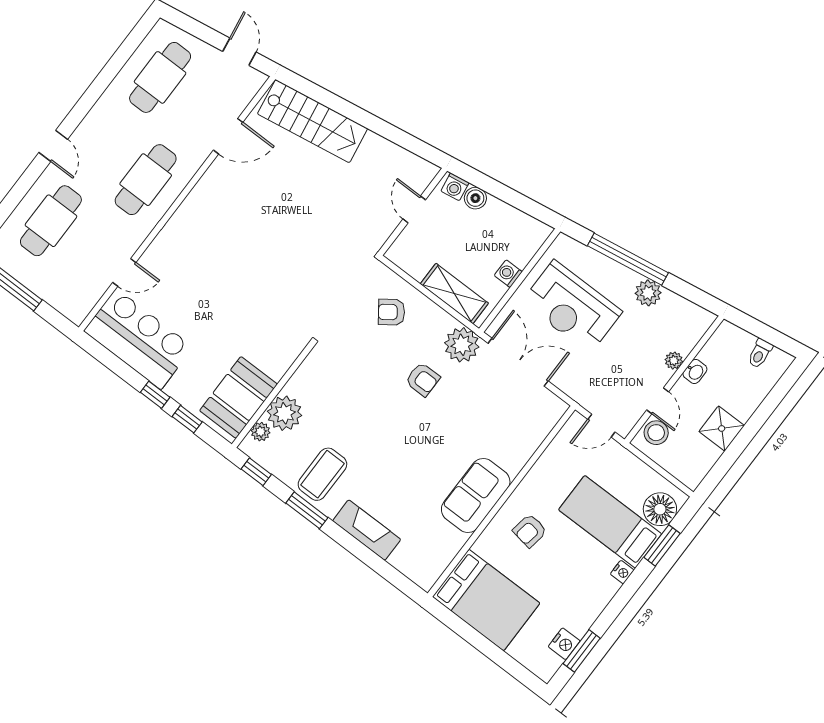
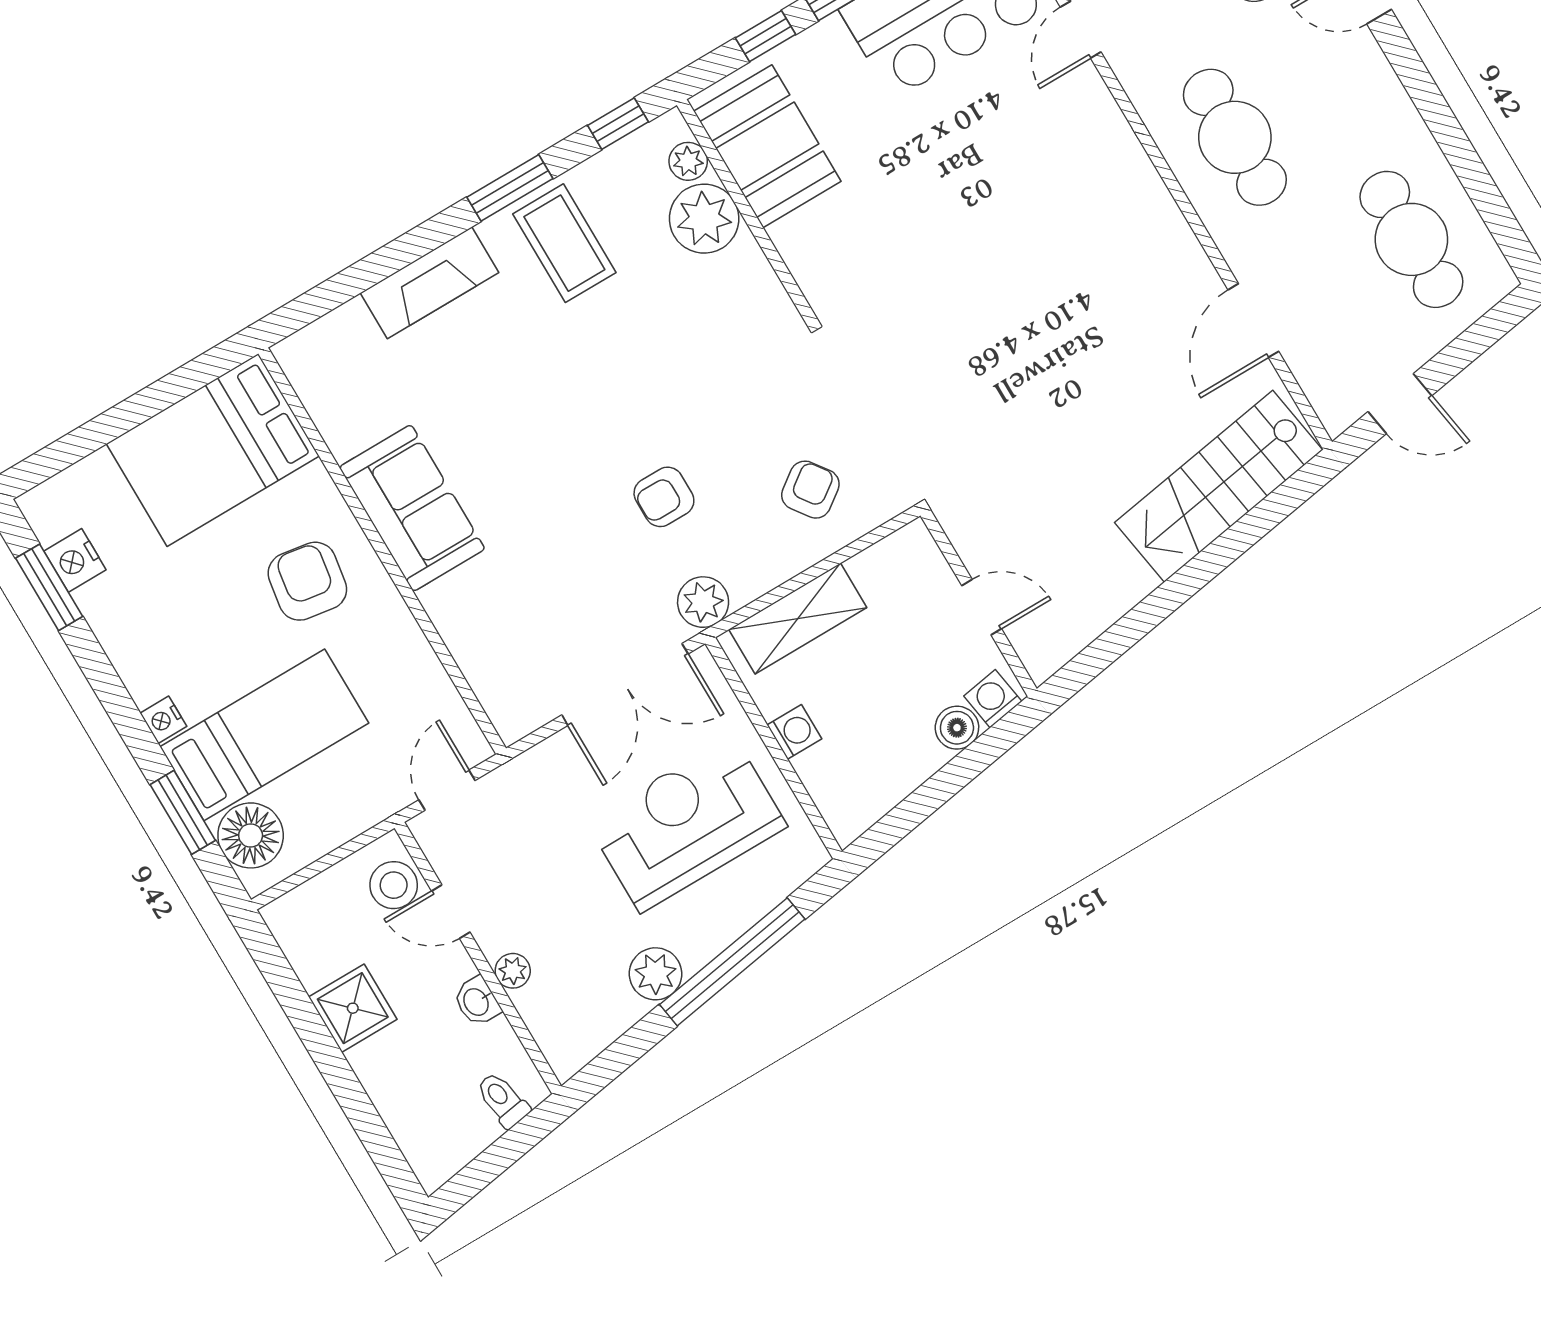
plant: (462, 345) -> (703, 602), width x0.73, depth x0.73
toilet: (760, 353) -> (503, 1100), moved
armchair: (530, 531) -> (307, 581), width x1.38, depth x1.38

